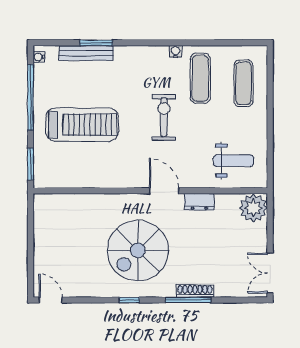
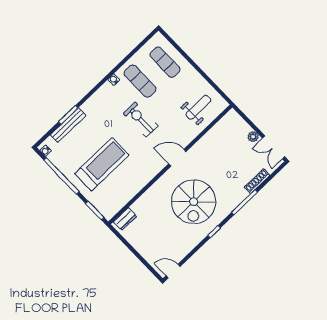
dresser: (199, 202) -> (125, 219), moved
plant: (253, 208) -> (253, 137), moved, width x0.53, depth x0.53
shoe rack: (195, 291) -> (257, 181), moved

